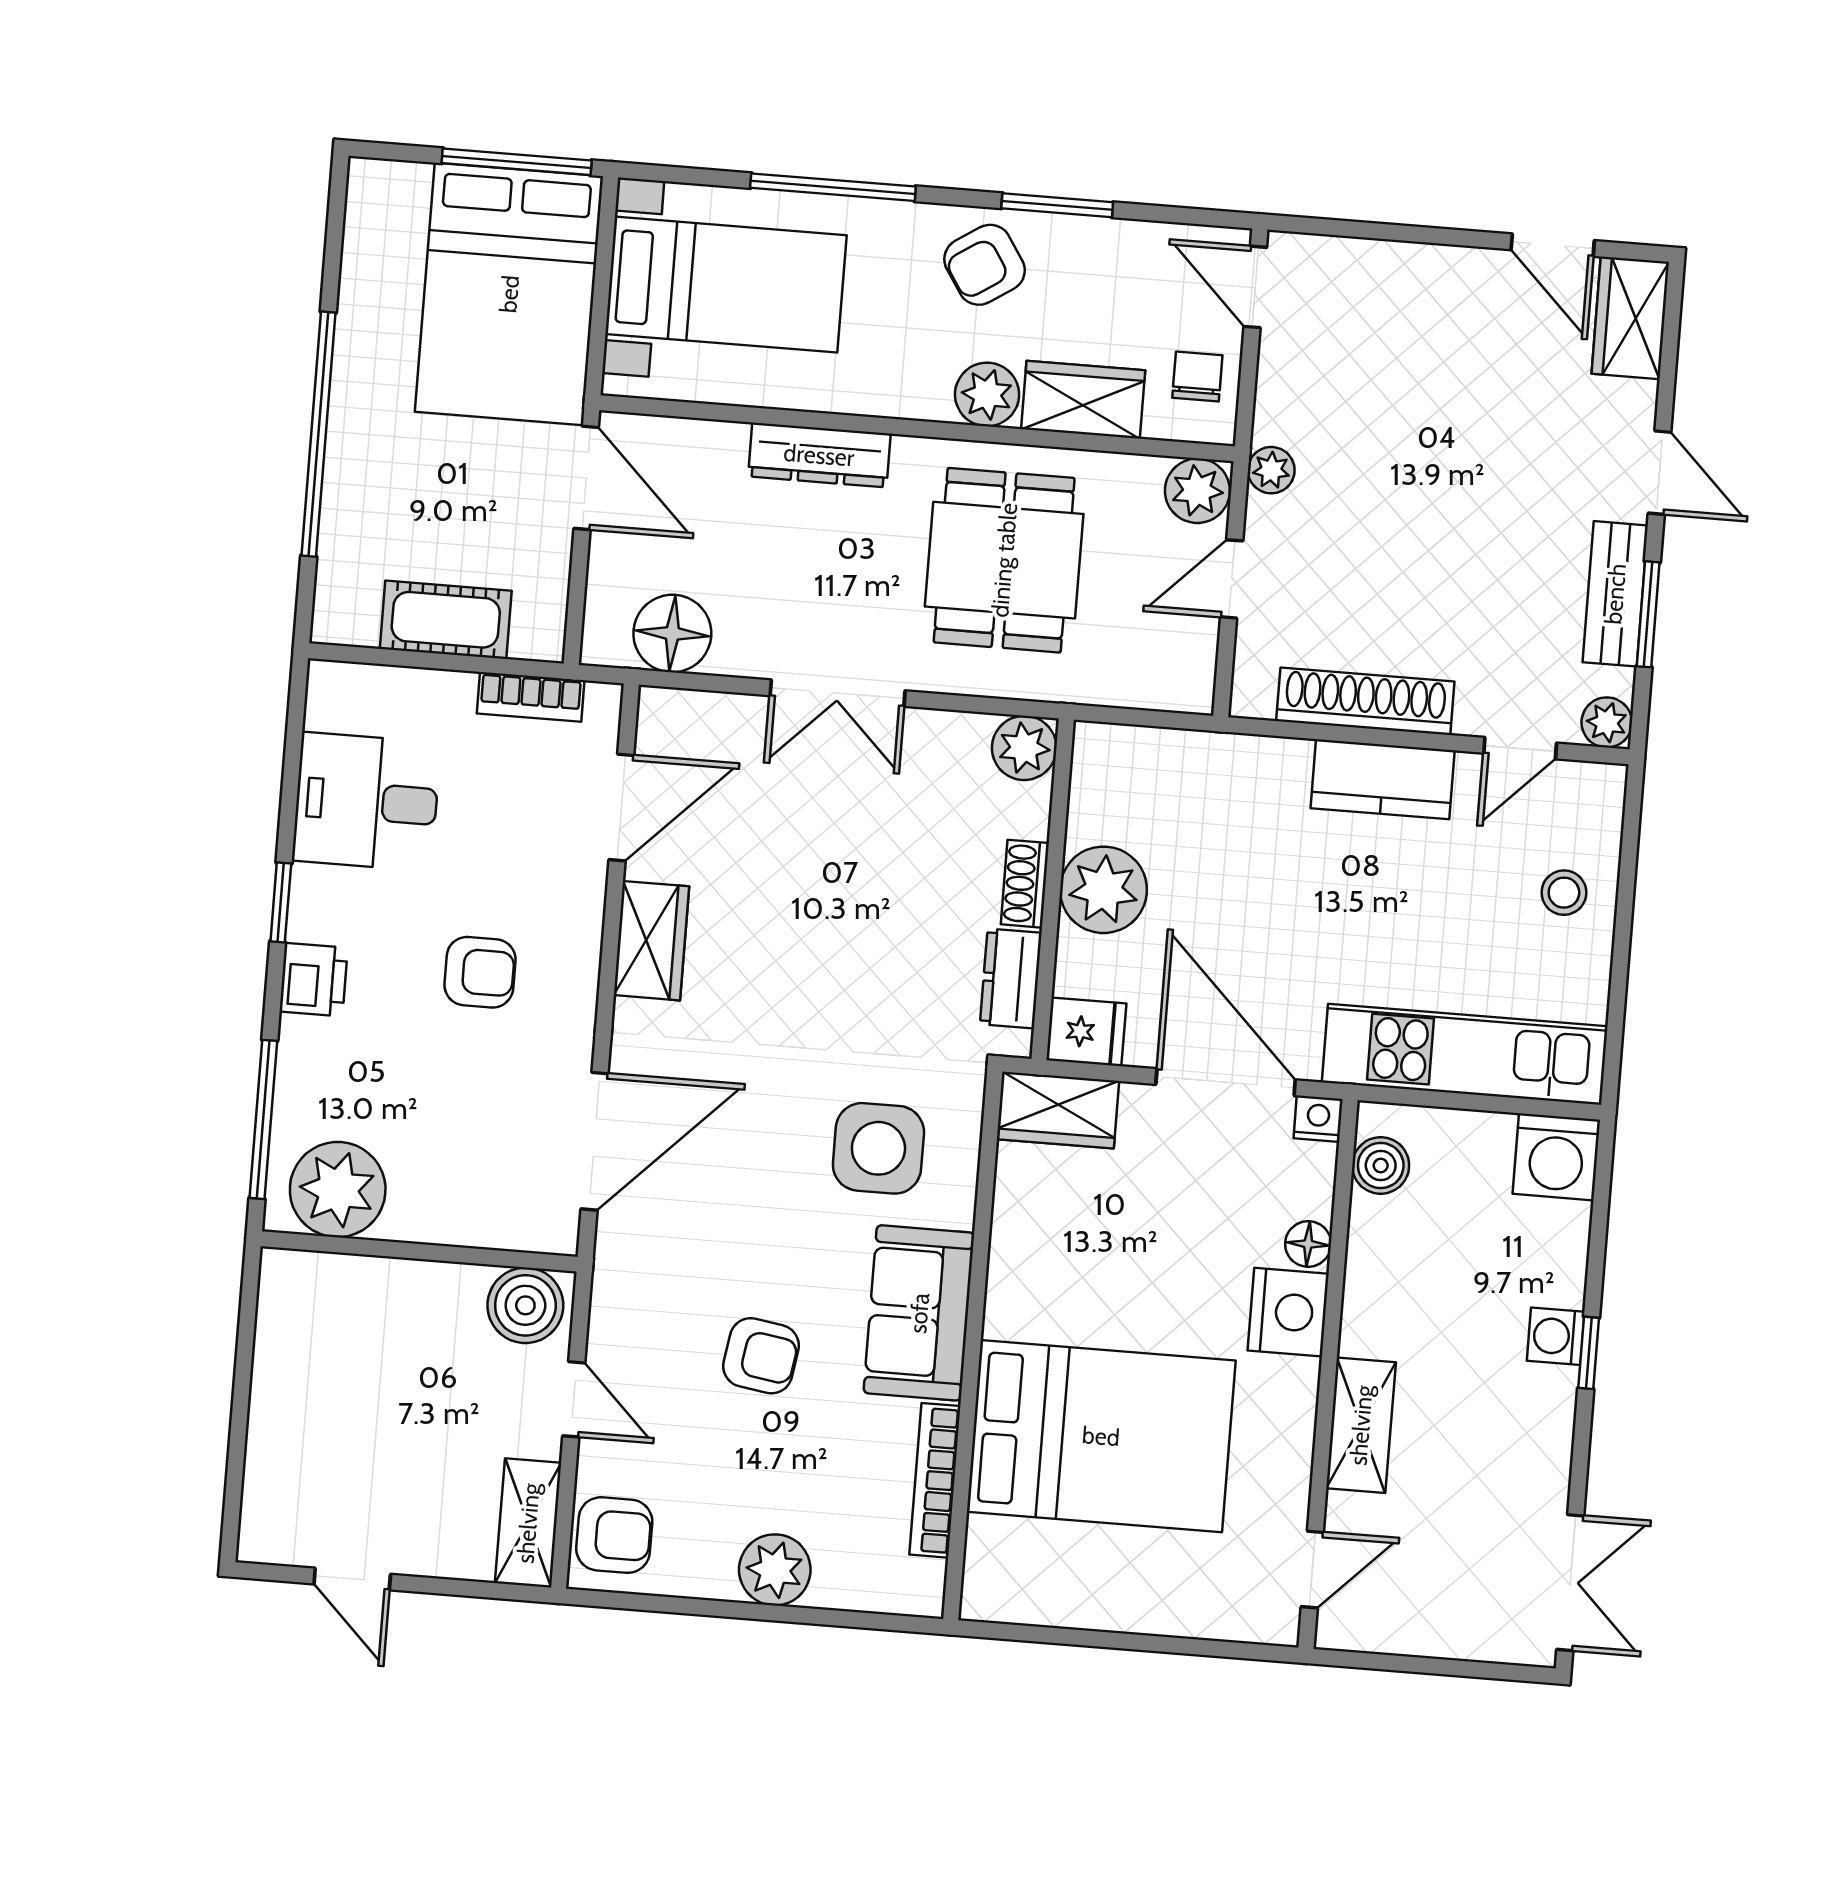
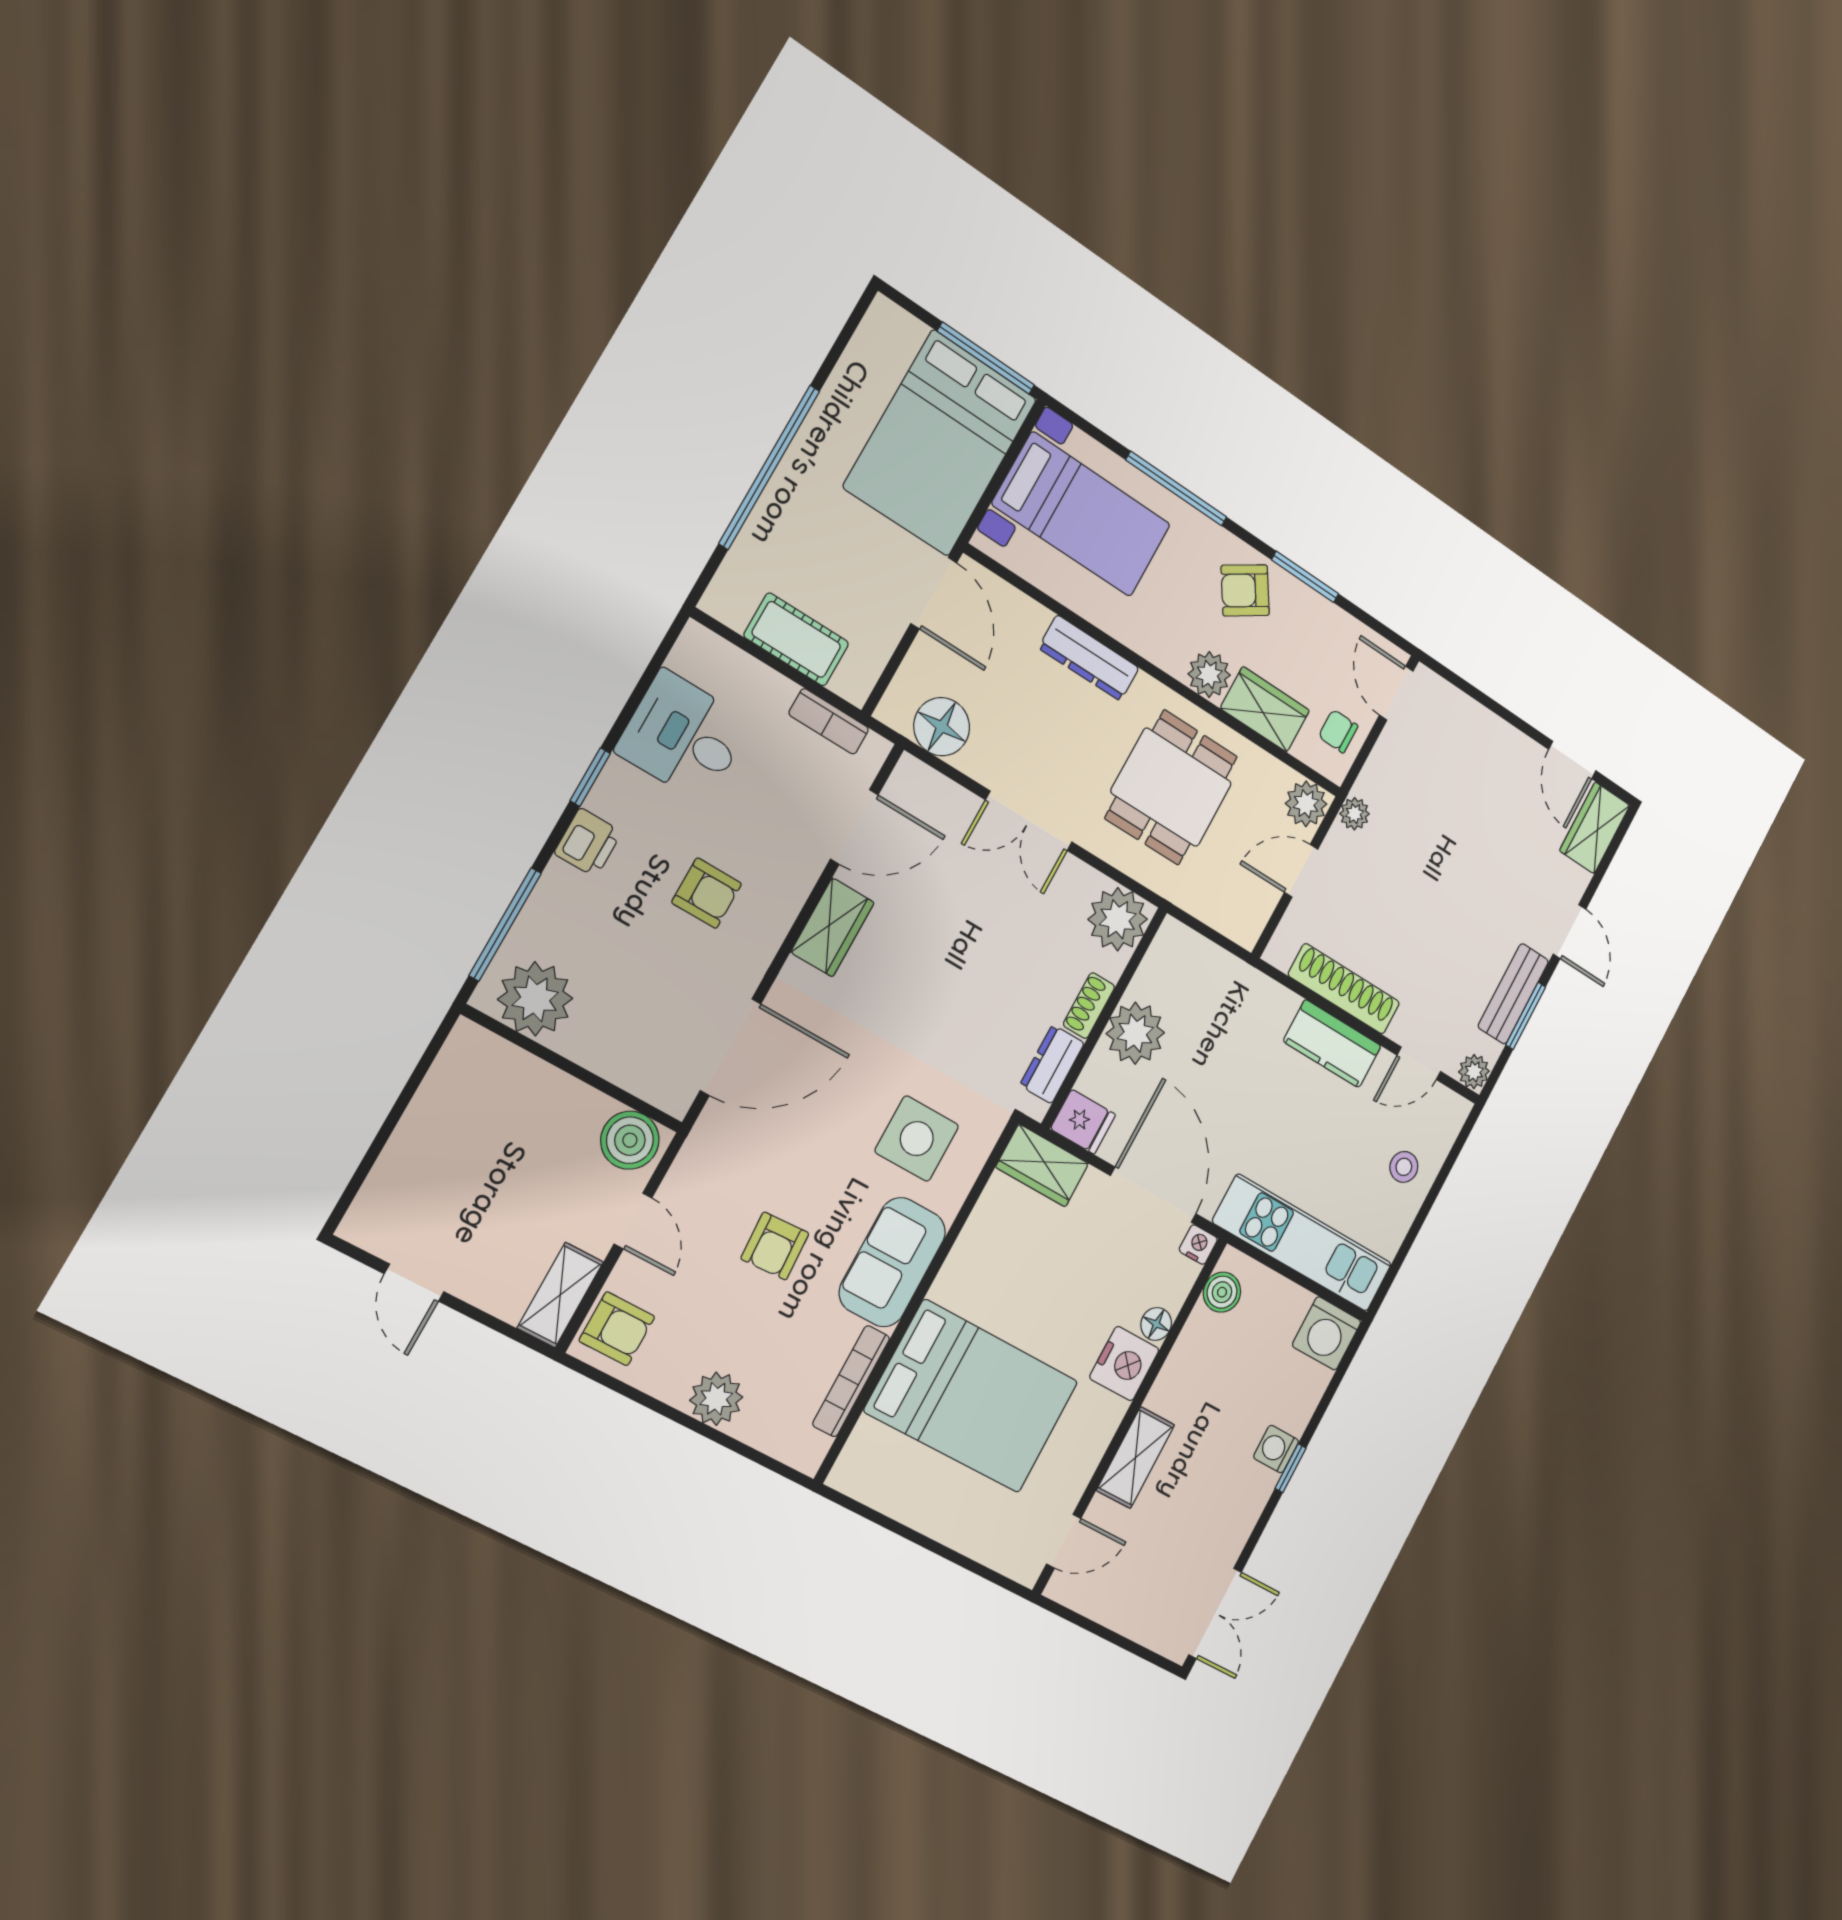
chair: (1197, 377) -> (1338, 731), turned -90
plant: (1024, 748) -> (1118, 919), width x1.36, depth x1.36
armchair: (761, 1356) -> (775, 1246), turned 78

